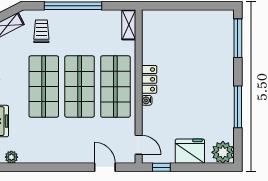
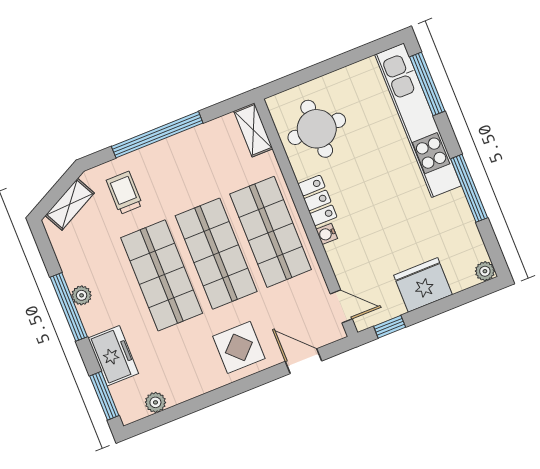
round table: (165, 39) -> (317, 129), added
kitchen unit: (224, 57) -> (418, 120), added
display table: (71, 145) -> (239, 347), added
plant: (223, 152) -> (485, 271), width x0.53, depth x0.53

